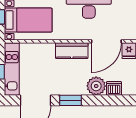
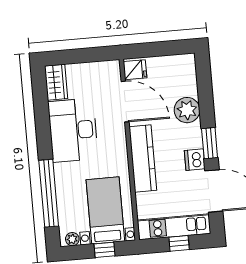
kitchen counter: (72, 51) -> (143, 158), width x1.50
dishwasher: (114, 88) -> (195, 160), moved

